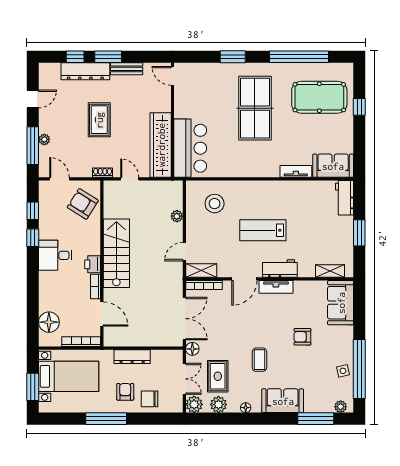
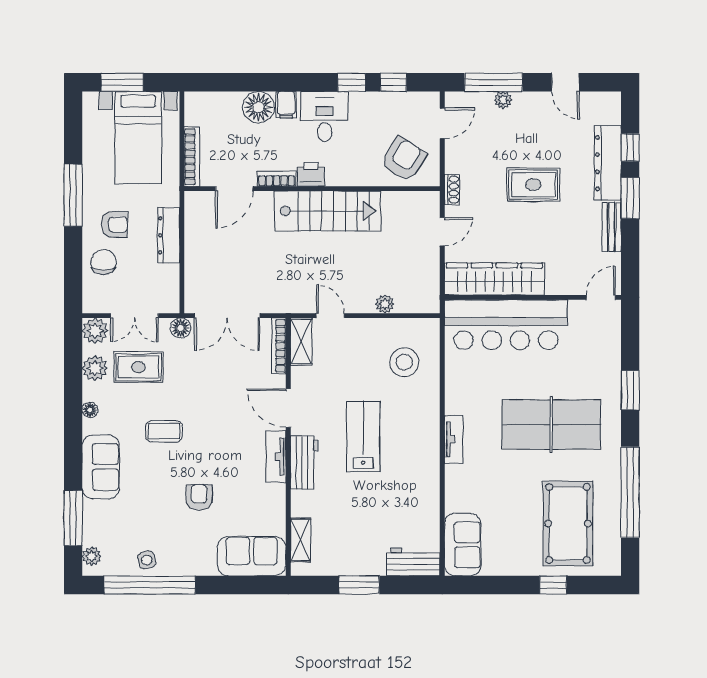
bar counter: (190, 148) -> (506, 325), width x1.36
tv unit: (296, 171) -> (454, 439), moved
filing cabinet: (47, 280) -> (286, 105), added
floor lamp: (49, 322) -> (259, 107), moved

